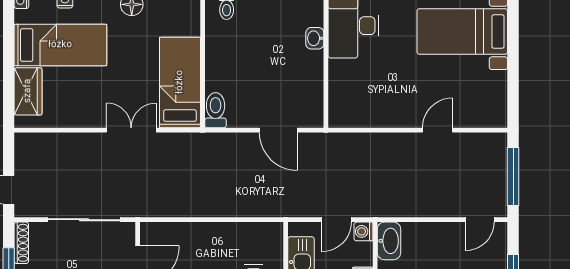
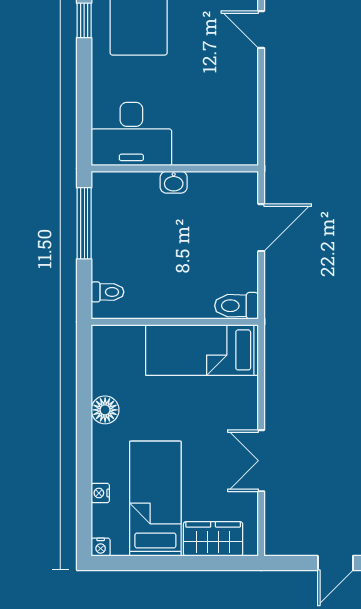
washbasin: (315, 38) -> (174, 182), moved
double door: (131, 130) -> (261, 461), moved

